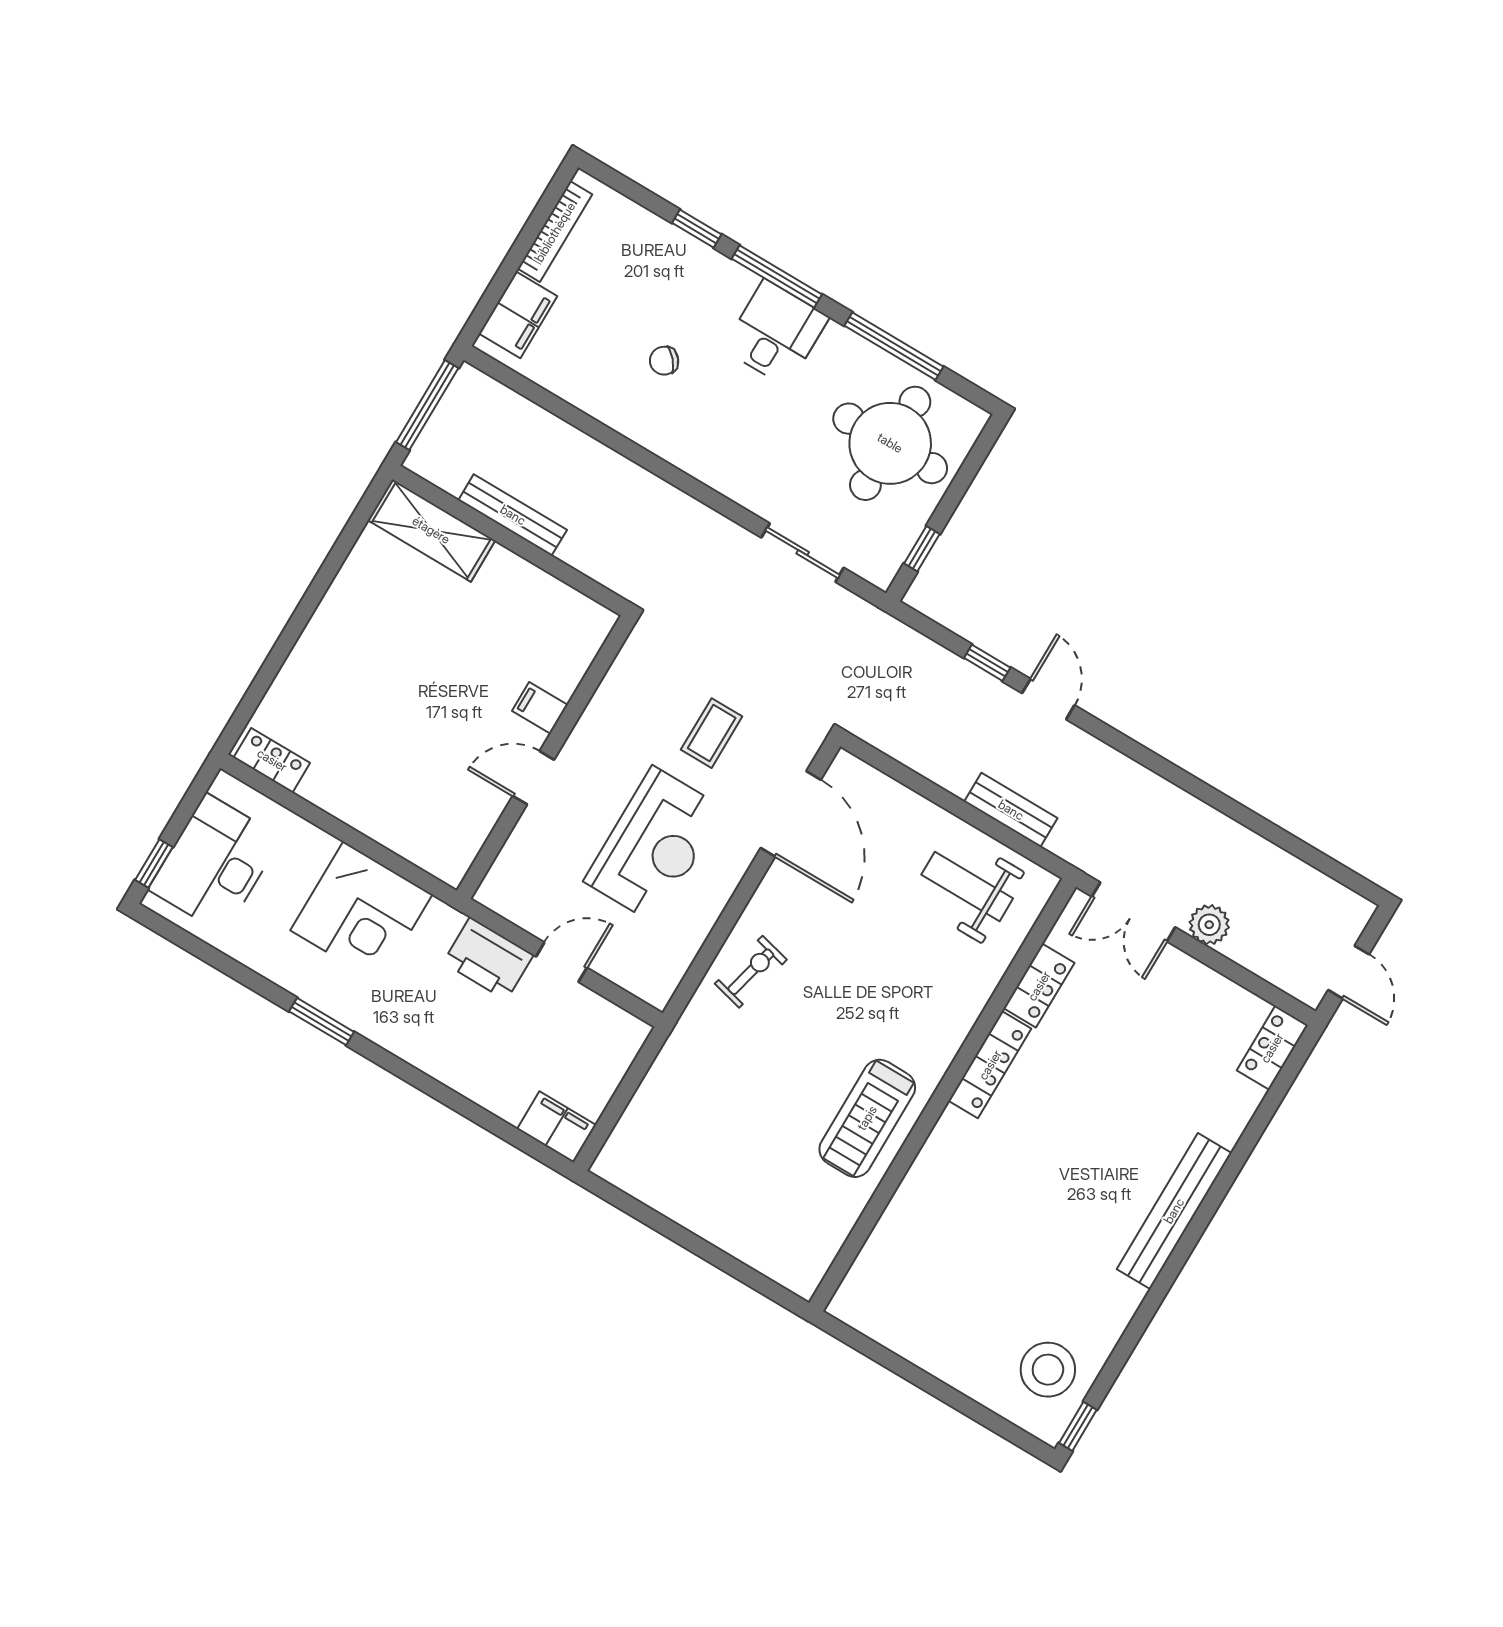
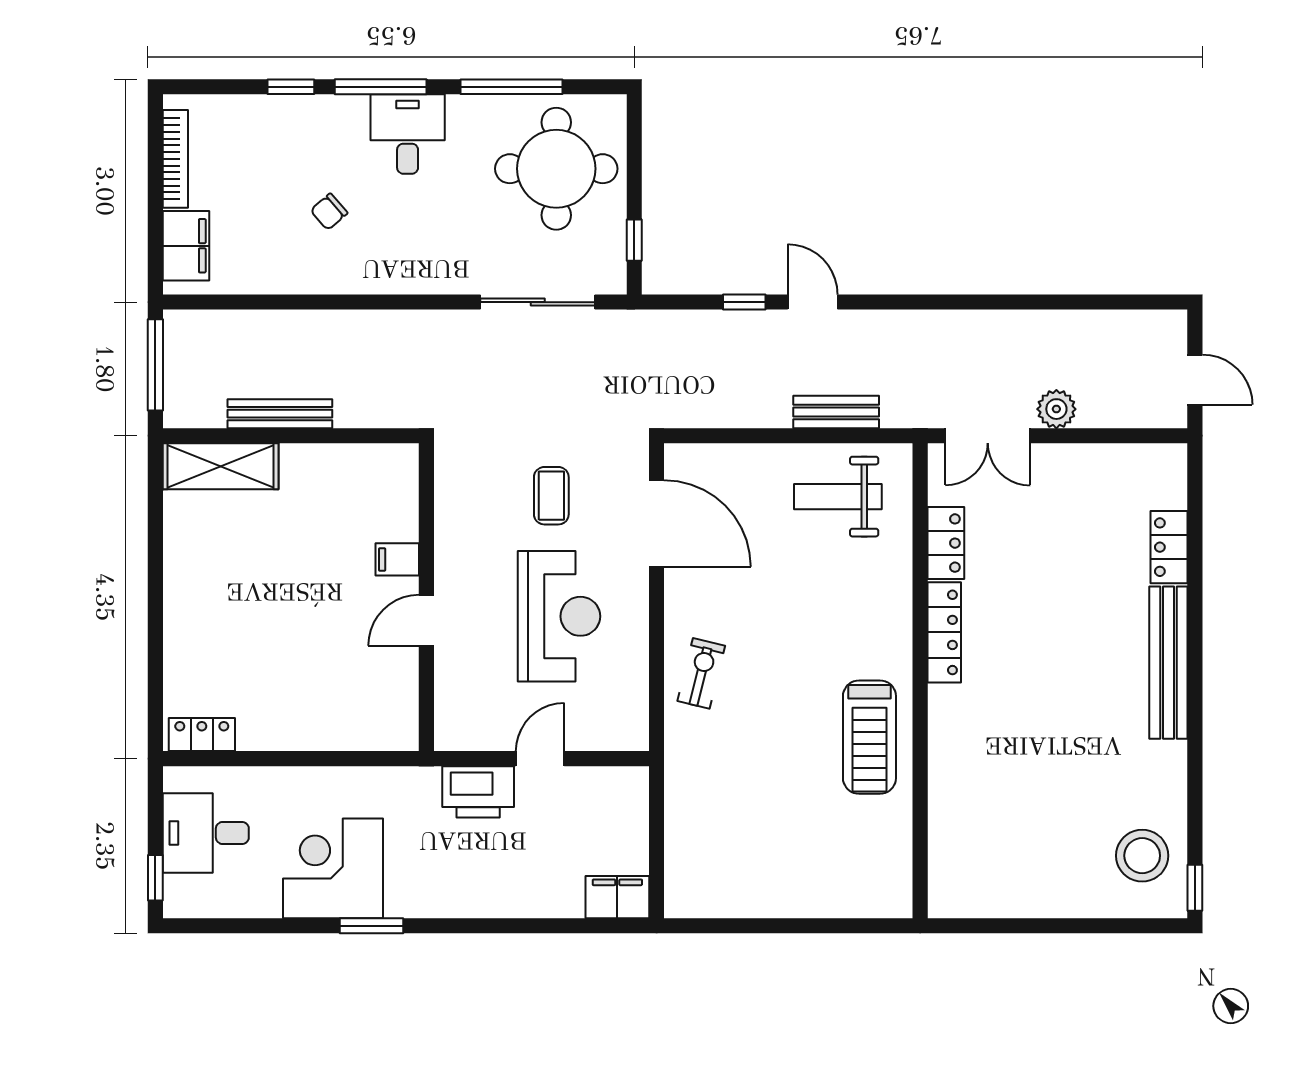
sliding door: (803, 553) -> (538, 302), width x1.37
desk: (215, 864) -> (206, 833), width x0.73
corner desk: (361, 912) -> (333, 868), moved, turned 180
locker: (1272, 1048) -> (1169, 547), moved

